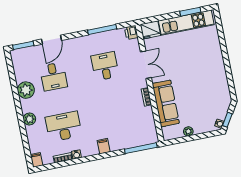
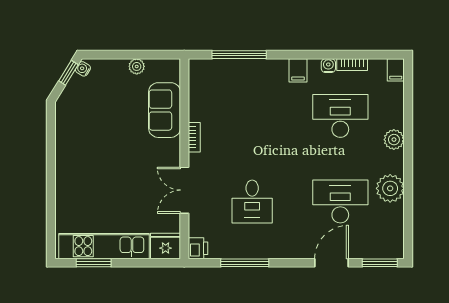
desk: (53, 77) -> (340, 201), width x1.37
sofa: (166, 103) -> (165, 110), width x0.73
desk: (64, 127) -> (340, 116), turned 180
filing cabinet: (104, 146) -> (298, 70), moved
window: (141, 148) -> (239, 55), moved

